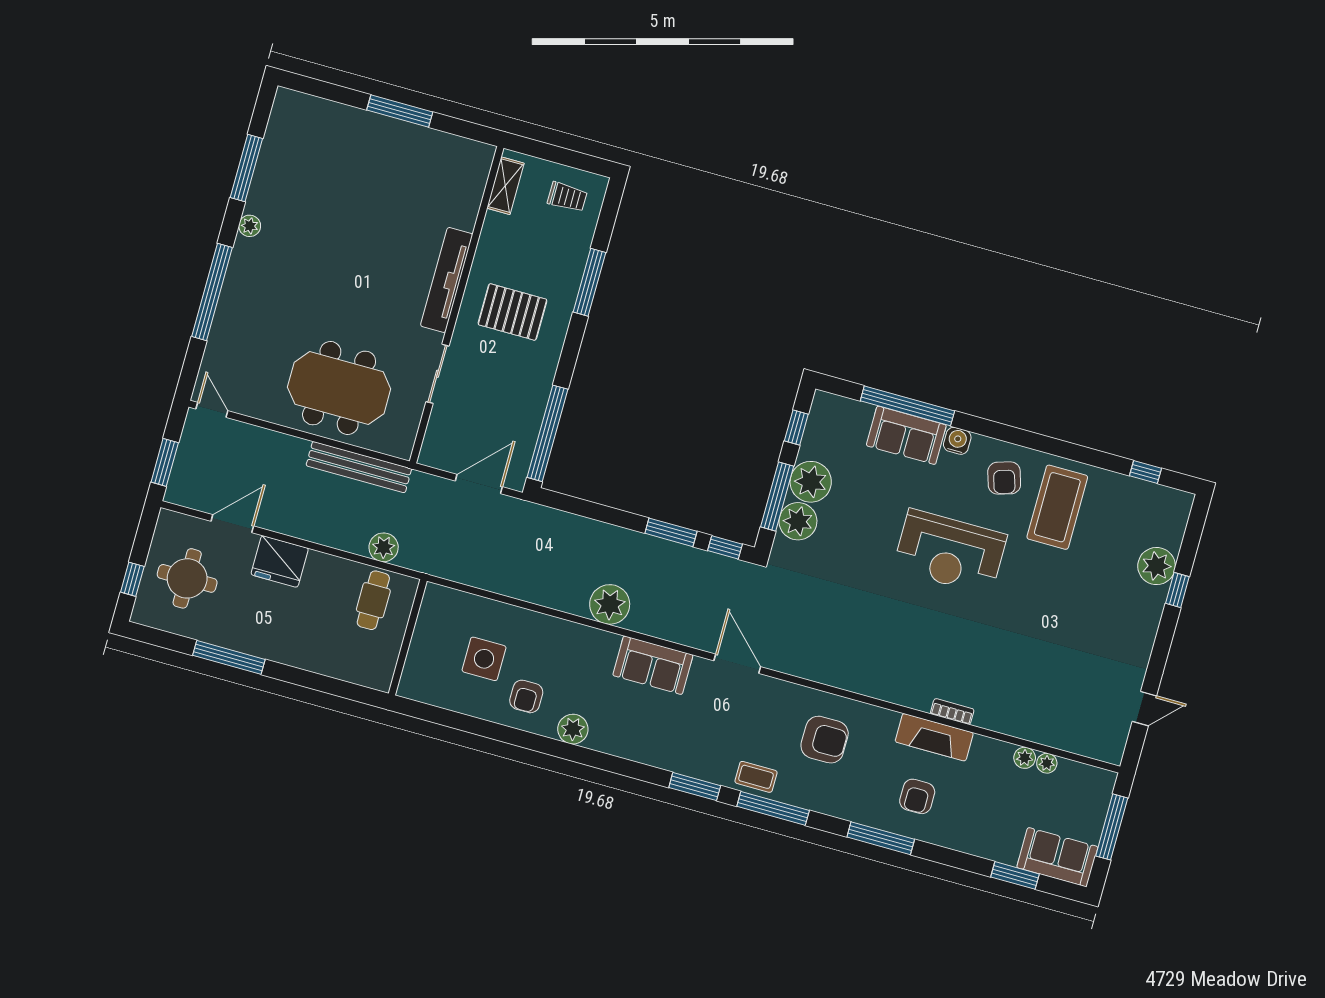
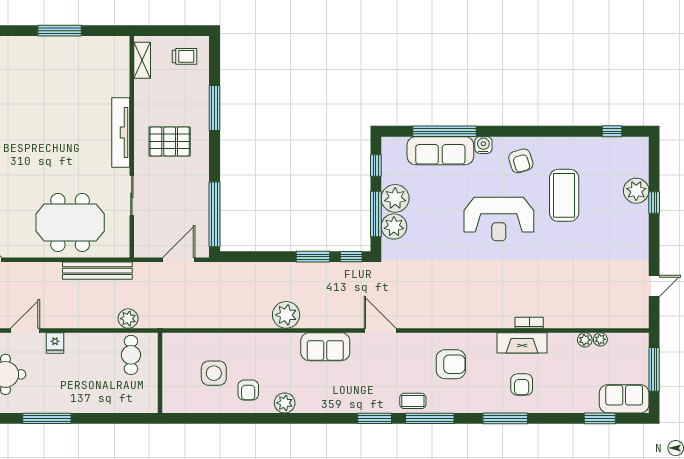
sofa: (906, 435) -> (440, 151), width x1.36
coffee table: (1057, 507) -> (564, 195), moved
fridge: (280, 561) -> (55, 343), width x0.53, depth x0.75

